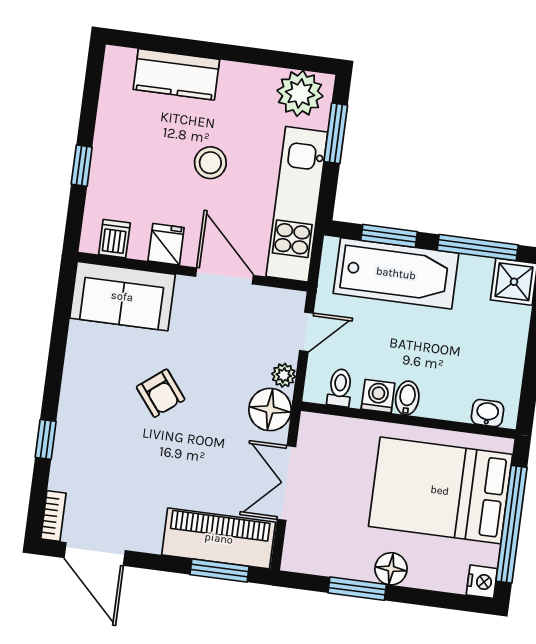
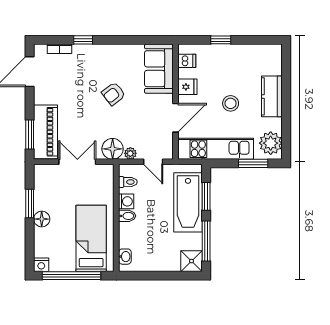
kitchen counter: (176, 74) -> (272, 96), moved
bed: (440, 490) -> (91, 238), width x0.67
bookcase: (53, 516) -> (59, 49), moved

